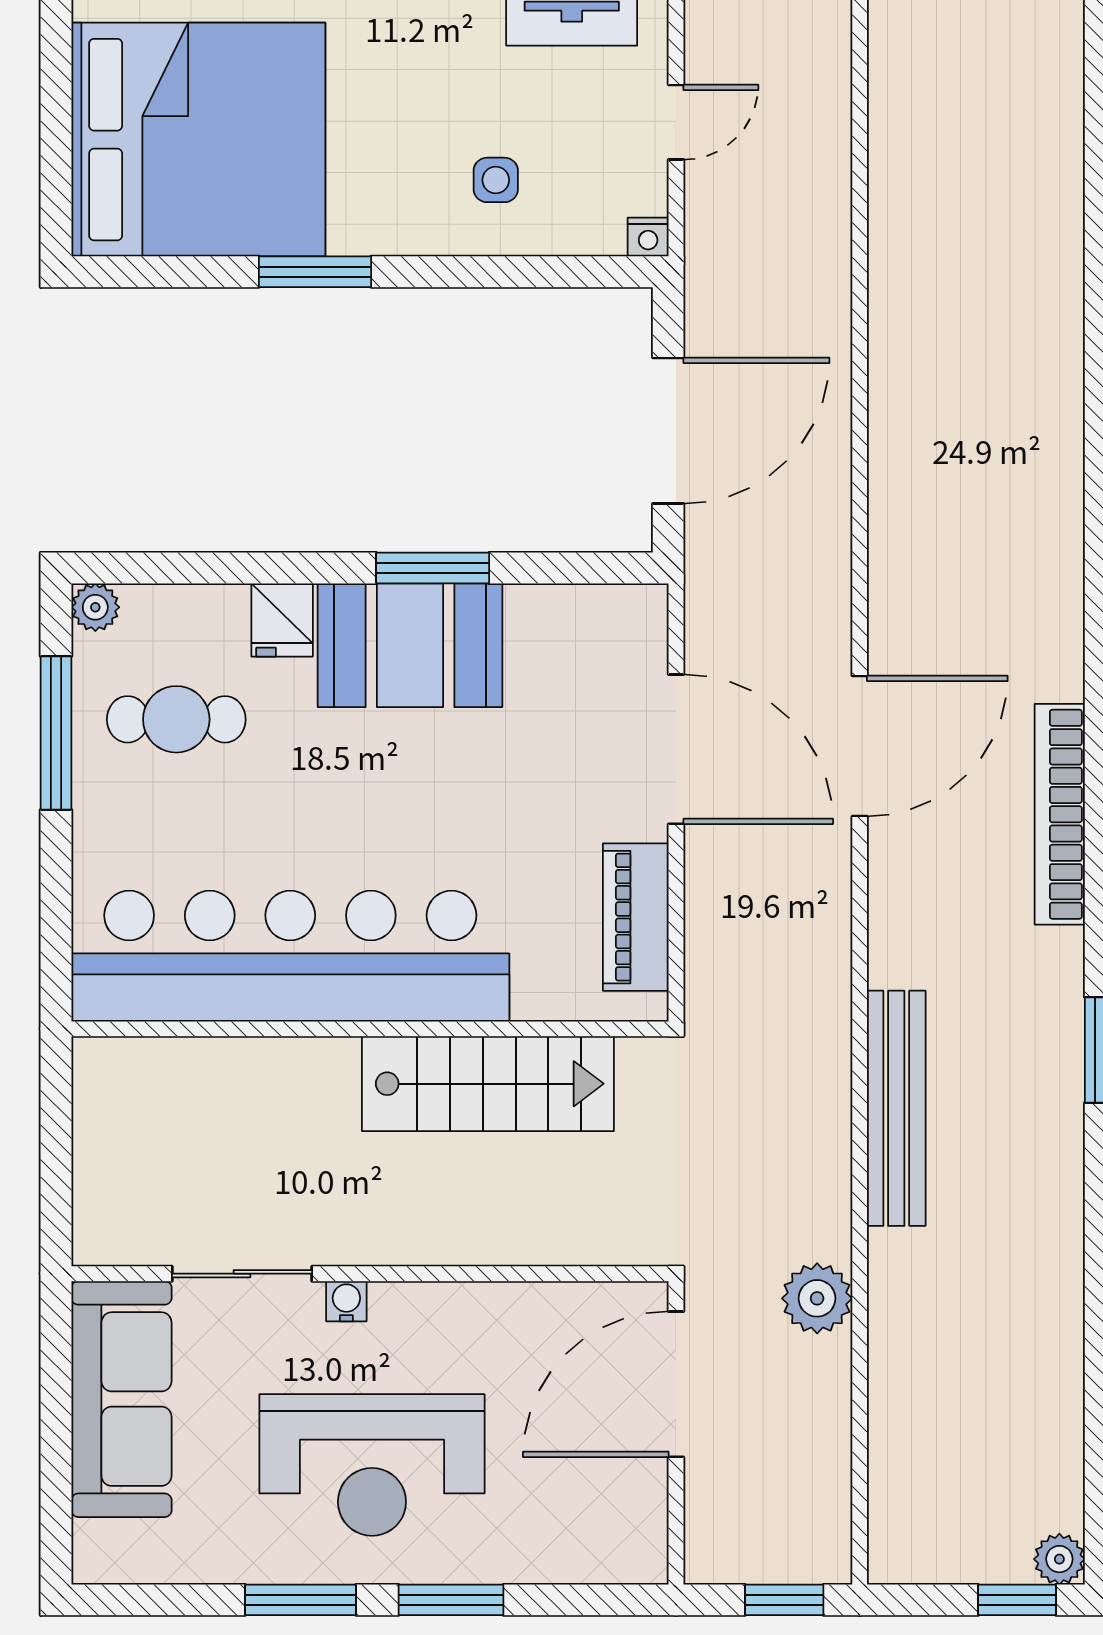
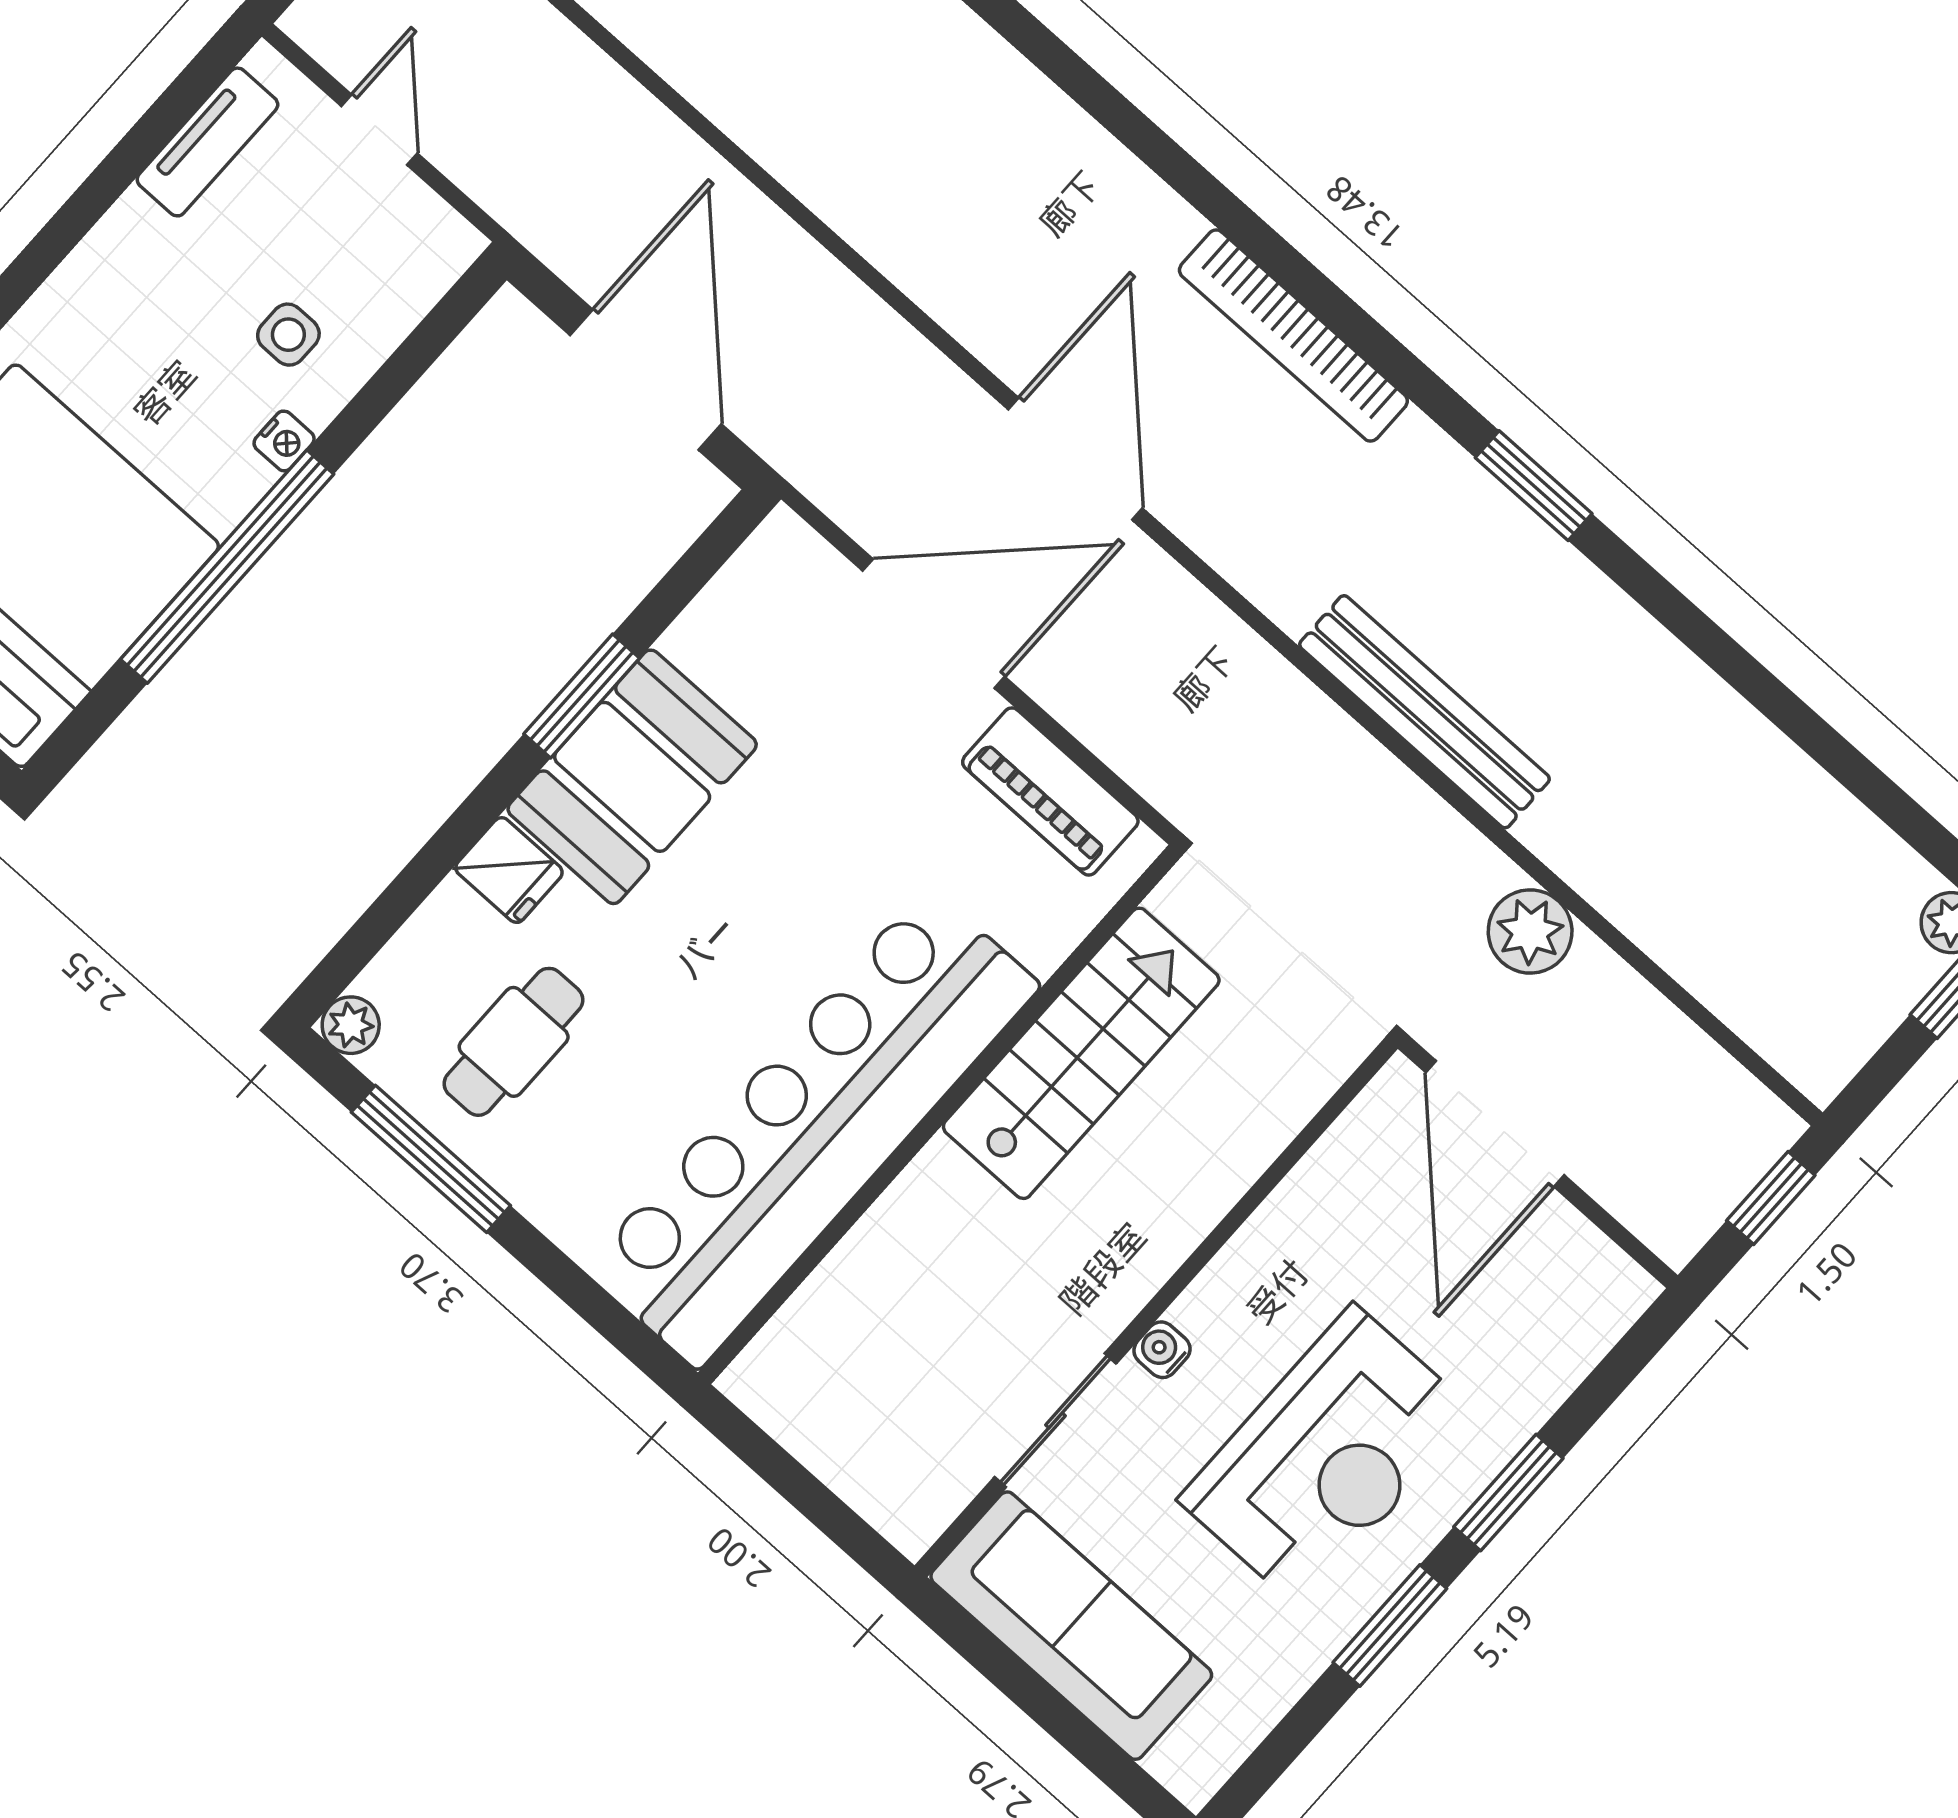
nightstand: (648, 237) -> (284, 441), moved
window: (315, 272) -> (227, 567), width x2.11

